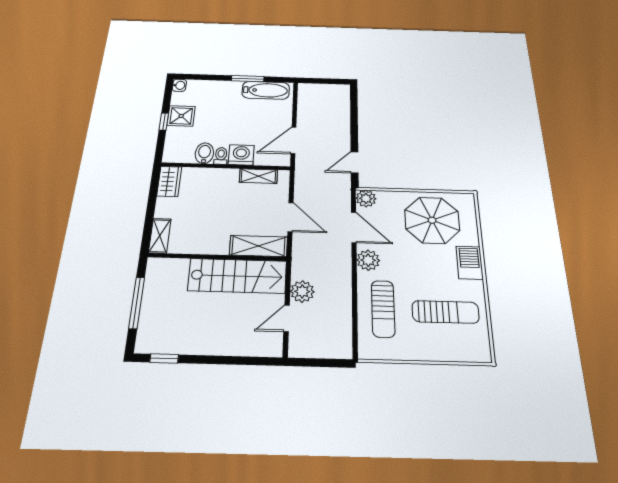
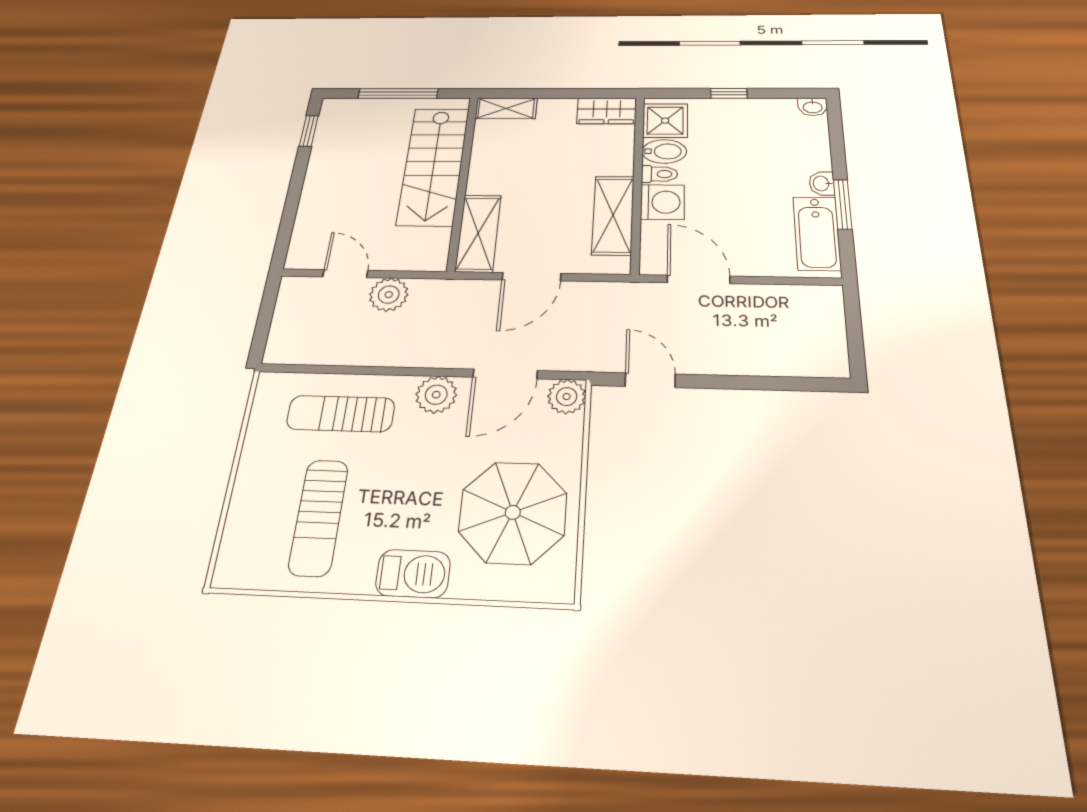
washbasin: (233, 86) -> (822, 183), added
shower: (181, 116) -> (665, 121), moved
shelving: (258, 176) -> (613, 215), width x1.50, depth x1.33
stairs: (237, 276) -> (434, 166), moved

